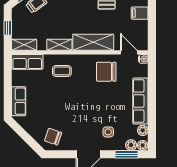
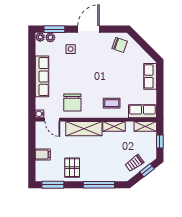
chair: (106, 72) -> (72, 102), turned 90
plant: (143, 130) -> (40, 50), removed

